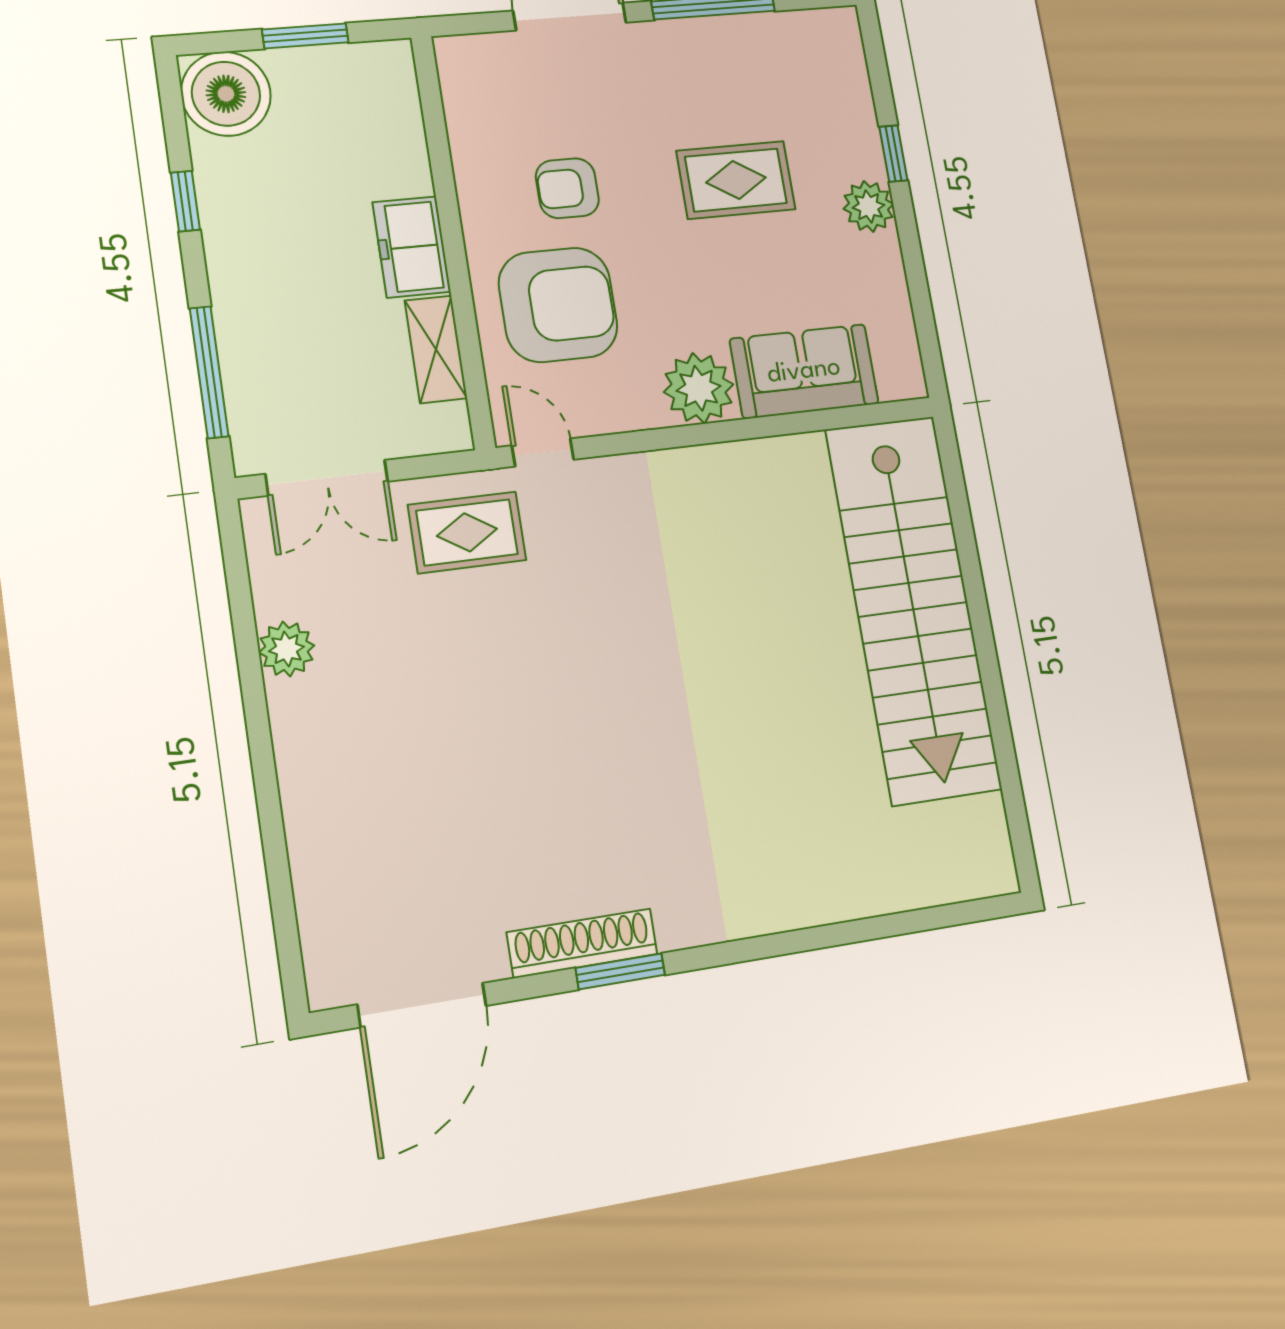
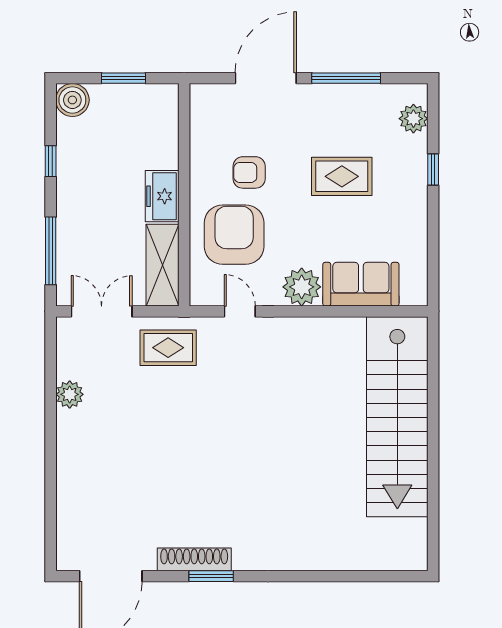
boiler: (226, 94) -> (72, 100), width x0.73, depth x0.73
plant: (869, 206) -> (413, 119), moved
armchair: (558, 305) -> (234, 235), turned -90
shelving: (436, 349) -> (163, 265), width x1.50, depth x1.33
door: (543, 453) -> (240, 311), moved
double door: (327, 478) -> (102, 311), swing flipped

